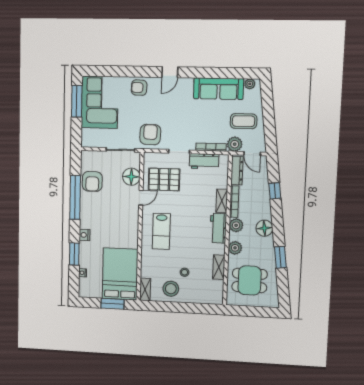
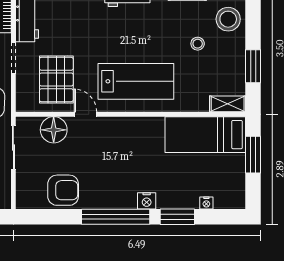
window: (75, 197) -> (116, 217), moved
lab bench: (161, 231) -> (136, 81), width x1.36, depth x1.39
bed: (120, 274) -> (205, 135), width x0.67
stool: (171, 289) -> (228, 19), moved
window: (169, 307) -> (253, 66), added

